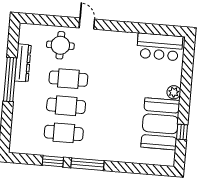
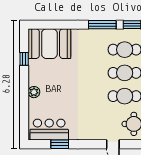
window: (149, 29) -> (60, 144), added
booth: (160, 124) -> (49, 44), moved, turned 90

